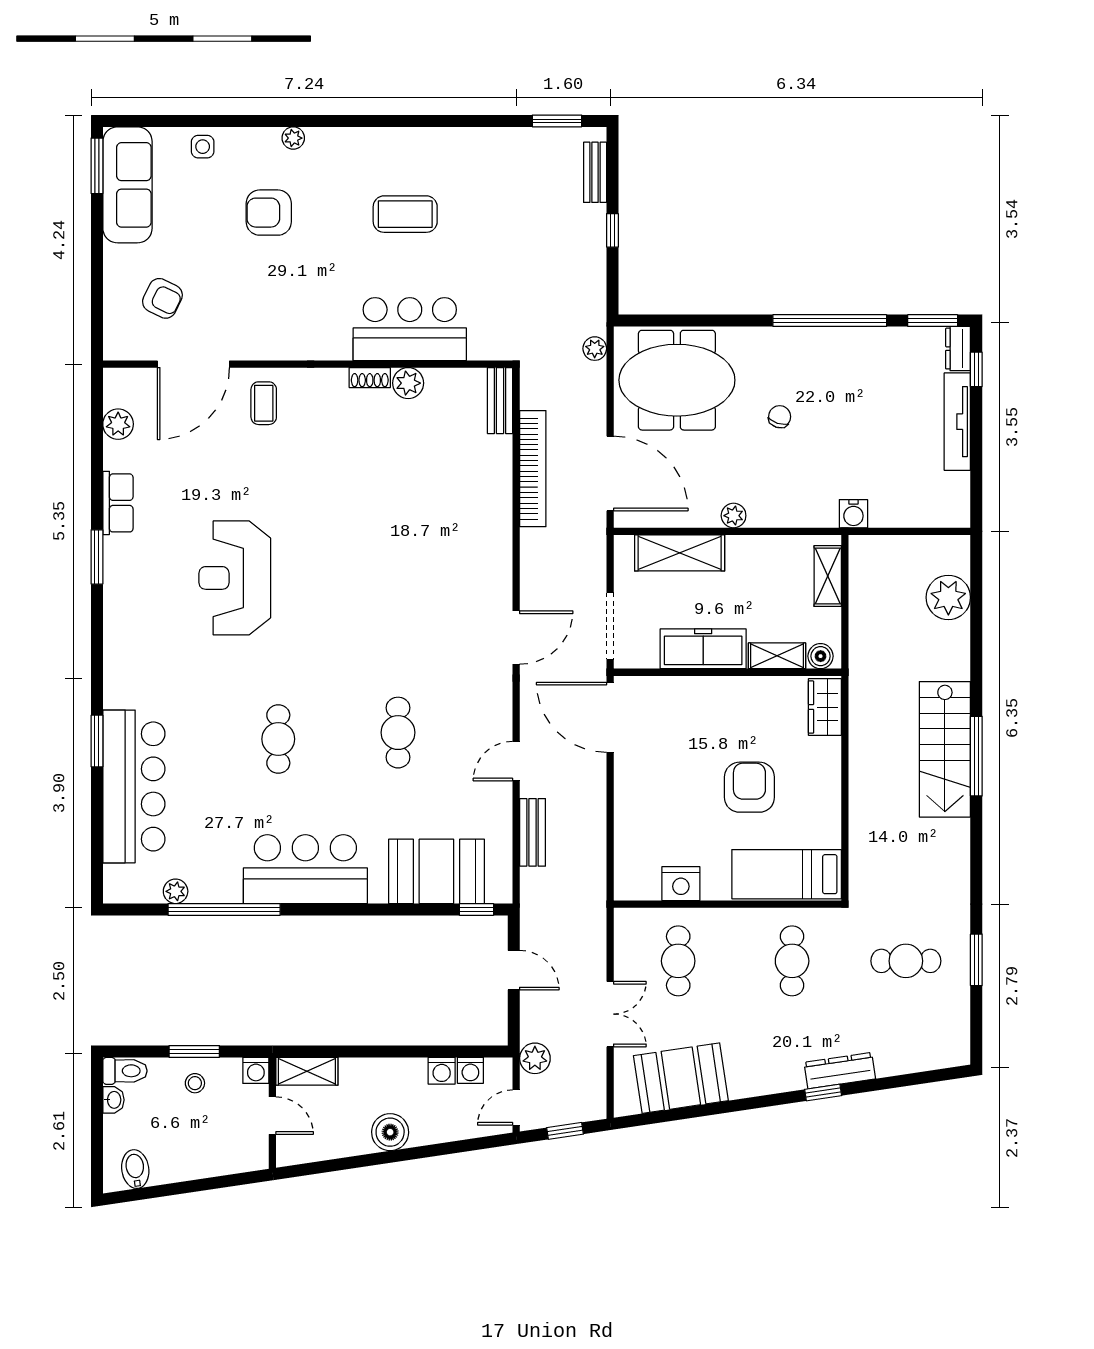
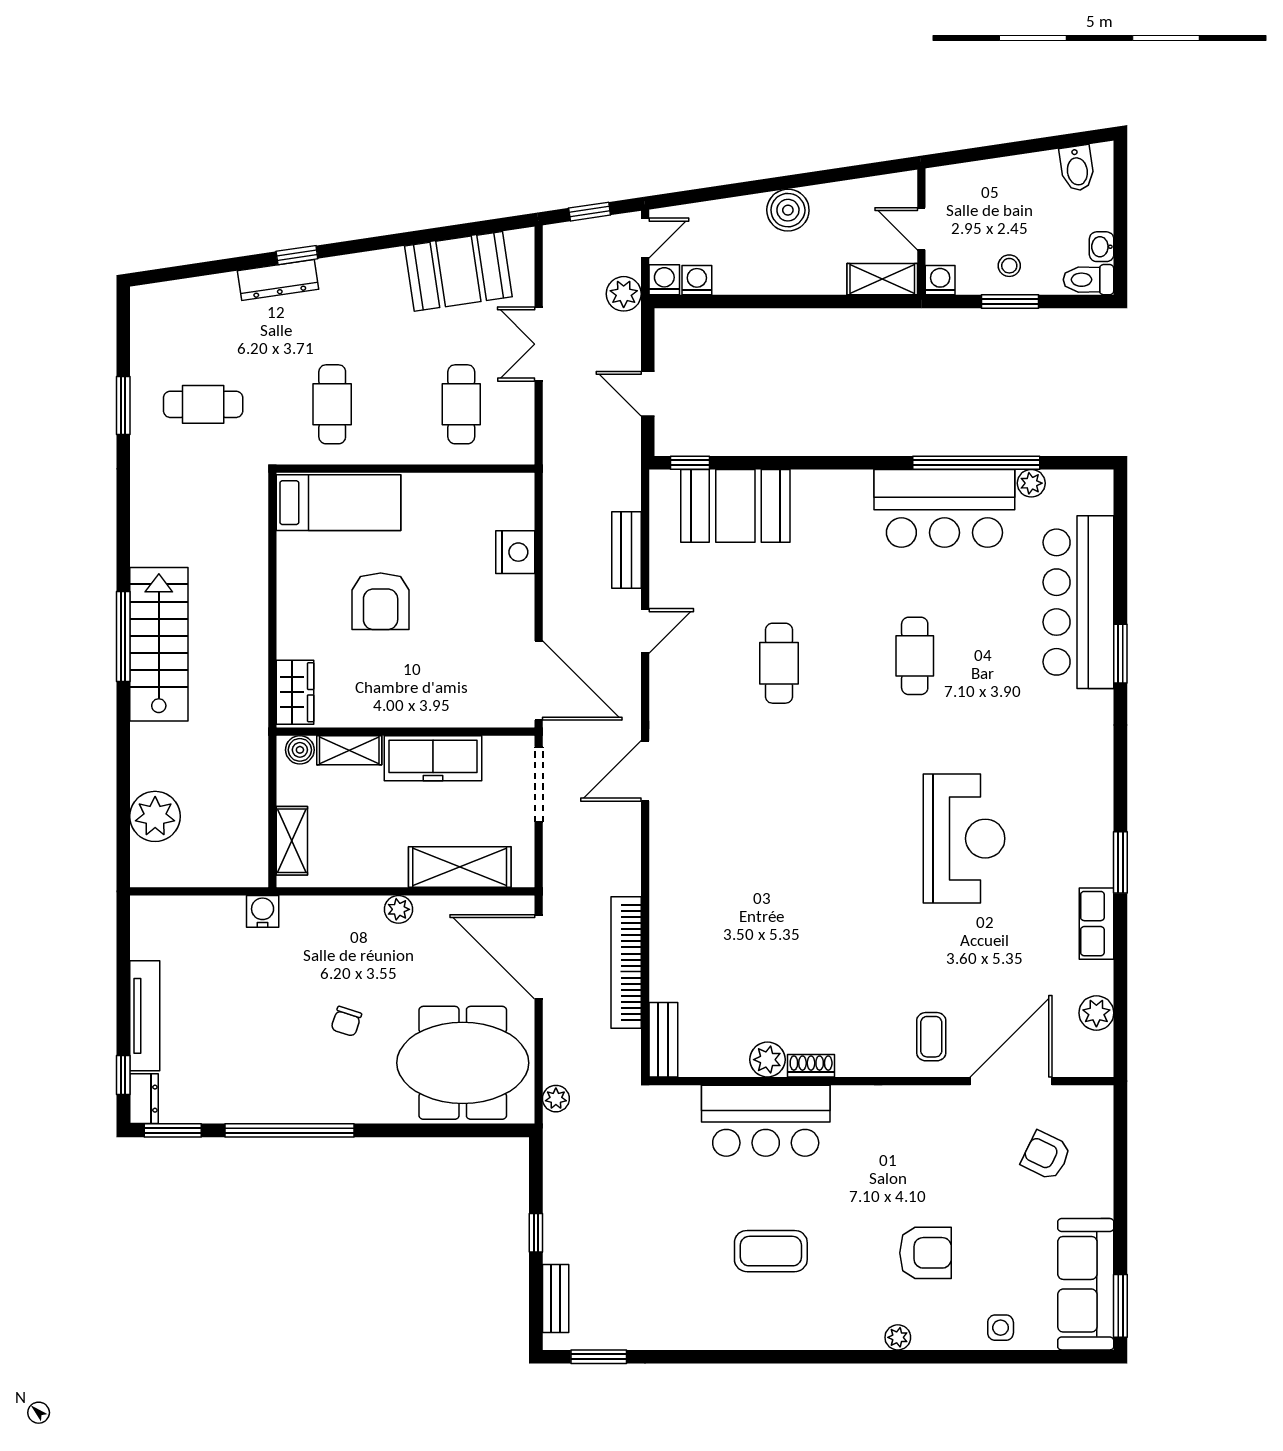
bar counter: (305, 869) -> (944, 508), moved
nightstand: (681, 884) -> (515, 552), moved, turned 90
washing machine: (442, 1071) -> (664, 280), moved

